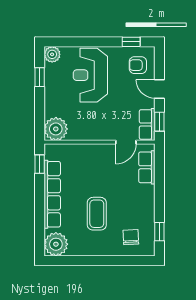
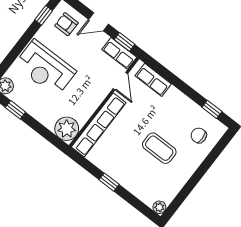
armchair: (138, 65) -> (66, 24), turned 90
window: (40, 164) -> (109, 182), moved
row of seats: (52, 194) -> (99, 125), moved, turned 90
plant: (56, 244) -> (159, 207), width x0.53, depth x0.53

